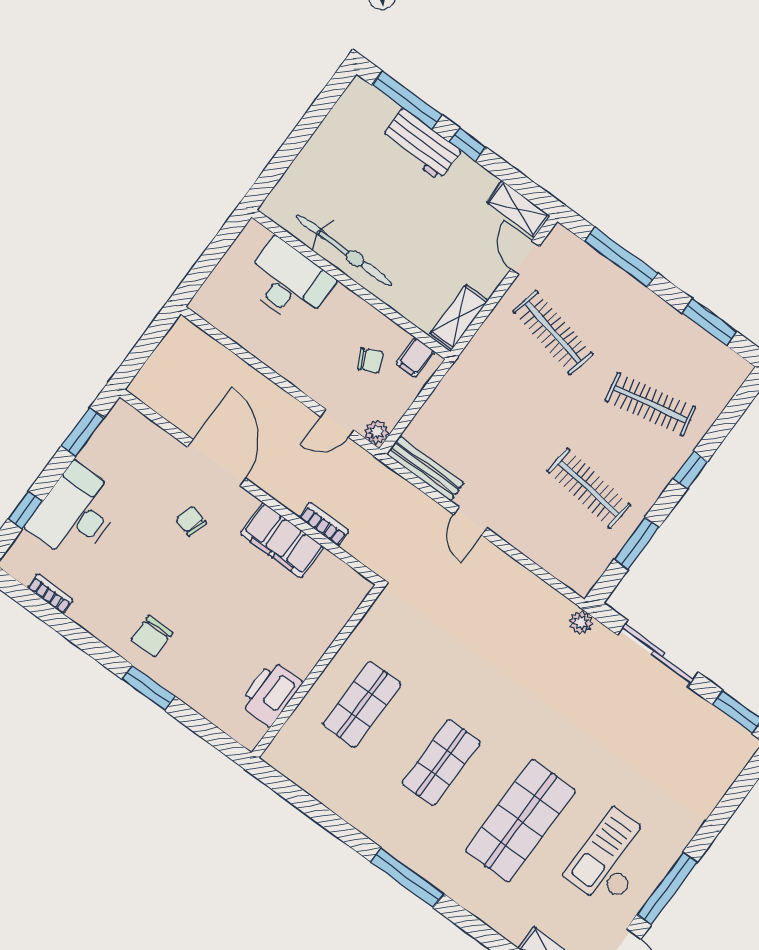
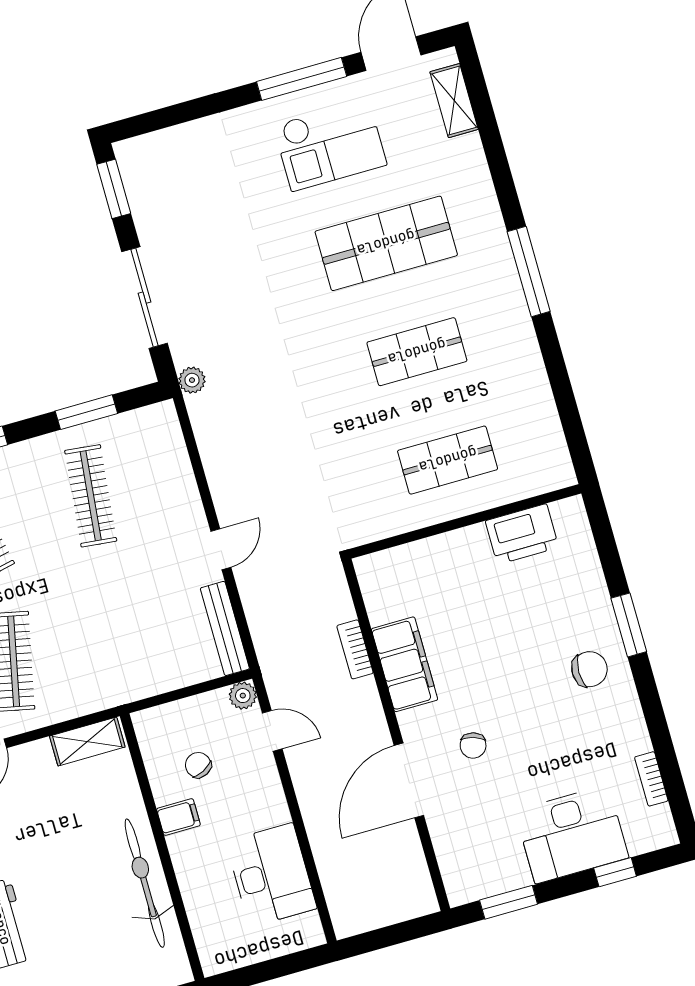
desk: (288, 282) -> (271, 875), moved, turned 180
filing cabinet: (415, 357) -> (178, 817), moved

